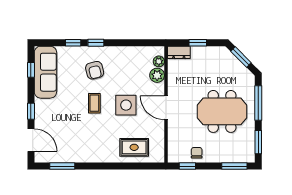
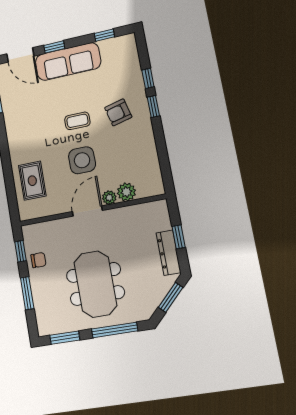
dresser: (179, 52) -> (168, 253), moved, width x1.44
plant: (159, 61) -> (109, 198), moved
sofa: (45, 72) -> (68, 62), moved
door: (31, 140) -> (20, 55), hinge flipped
window: (234, 166) -> (27, 293), moved

